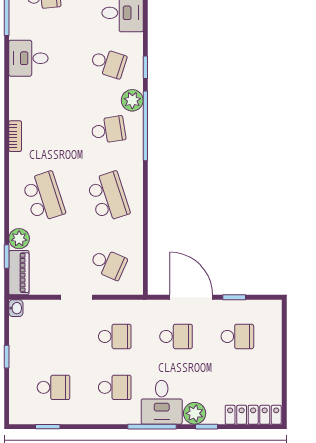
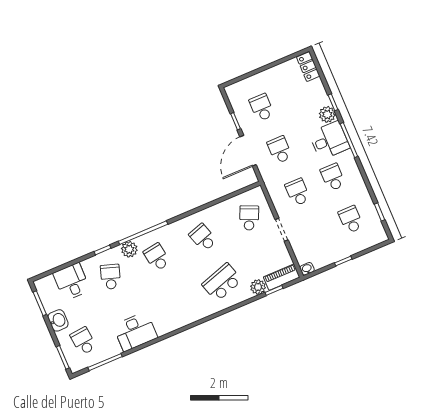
desk: (28, 58) -> (135, 331), width x1.37
bookcase: (15, 136) -> (188, 320), removed
school desk: (108, 197) -> (203, 238), width x0.54
locker: (253, 415) -> (308, 67), width x0.66

